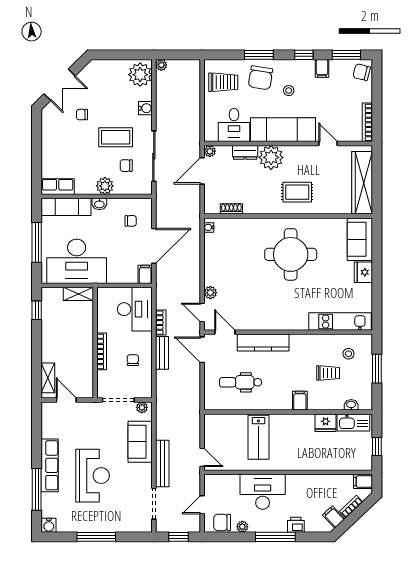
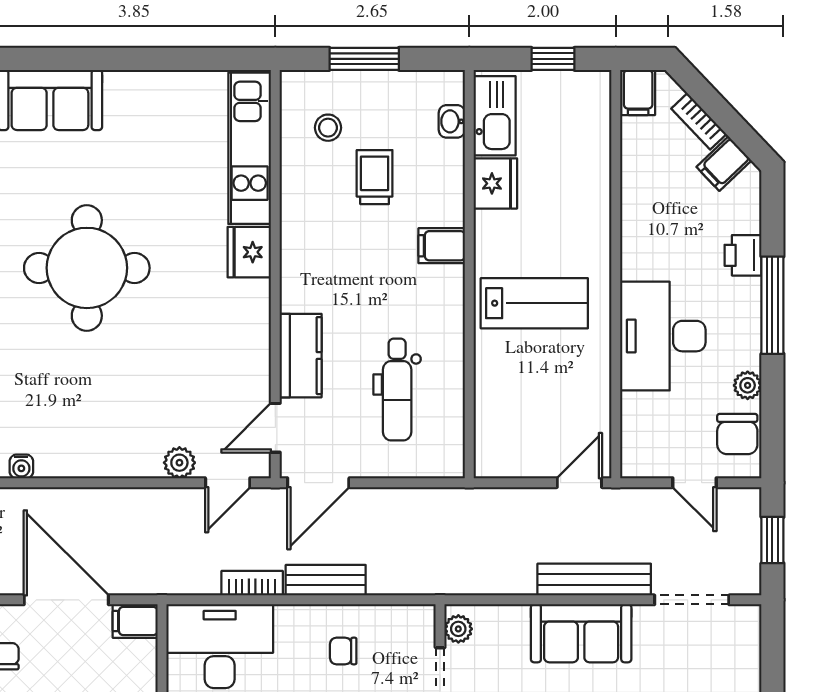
fridge: (363, 272) -> (249, 252), moved, turned 90
kitchen counter: (263, 343) -> (301, 356), width x0.67
lab bench: (258, 437) -> (534, 303), moved
sofa: (140, 442) -> (581, 633), moved

